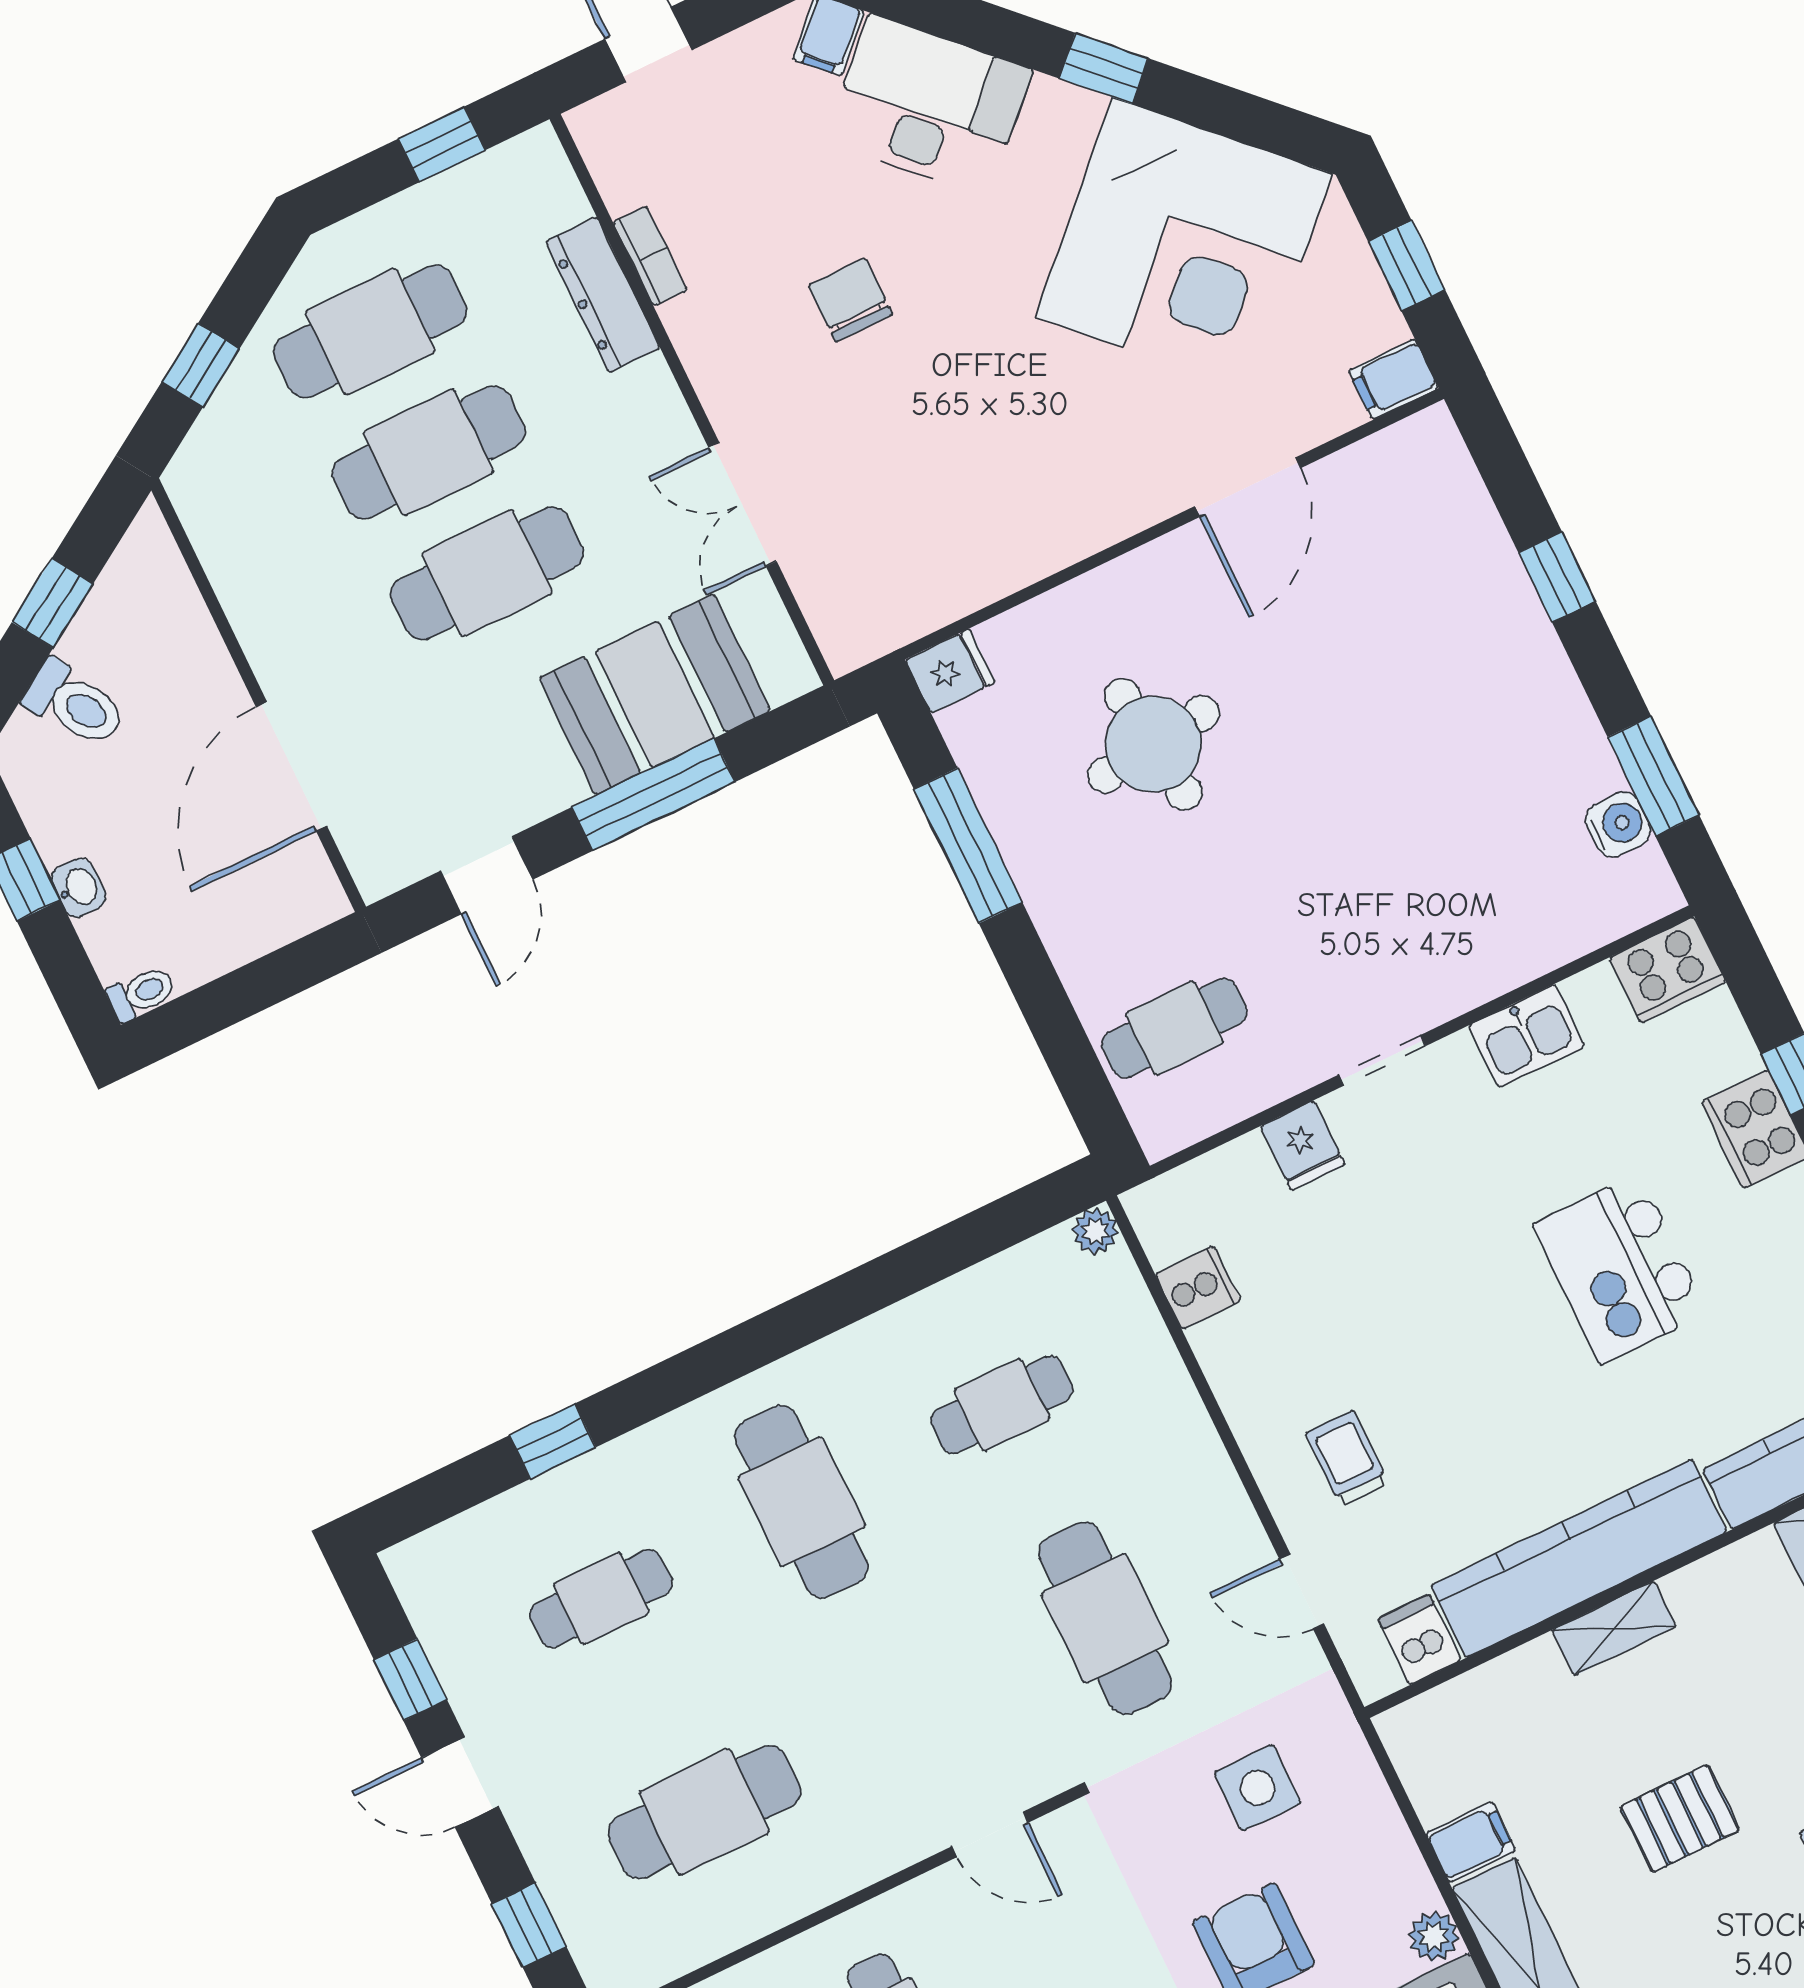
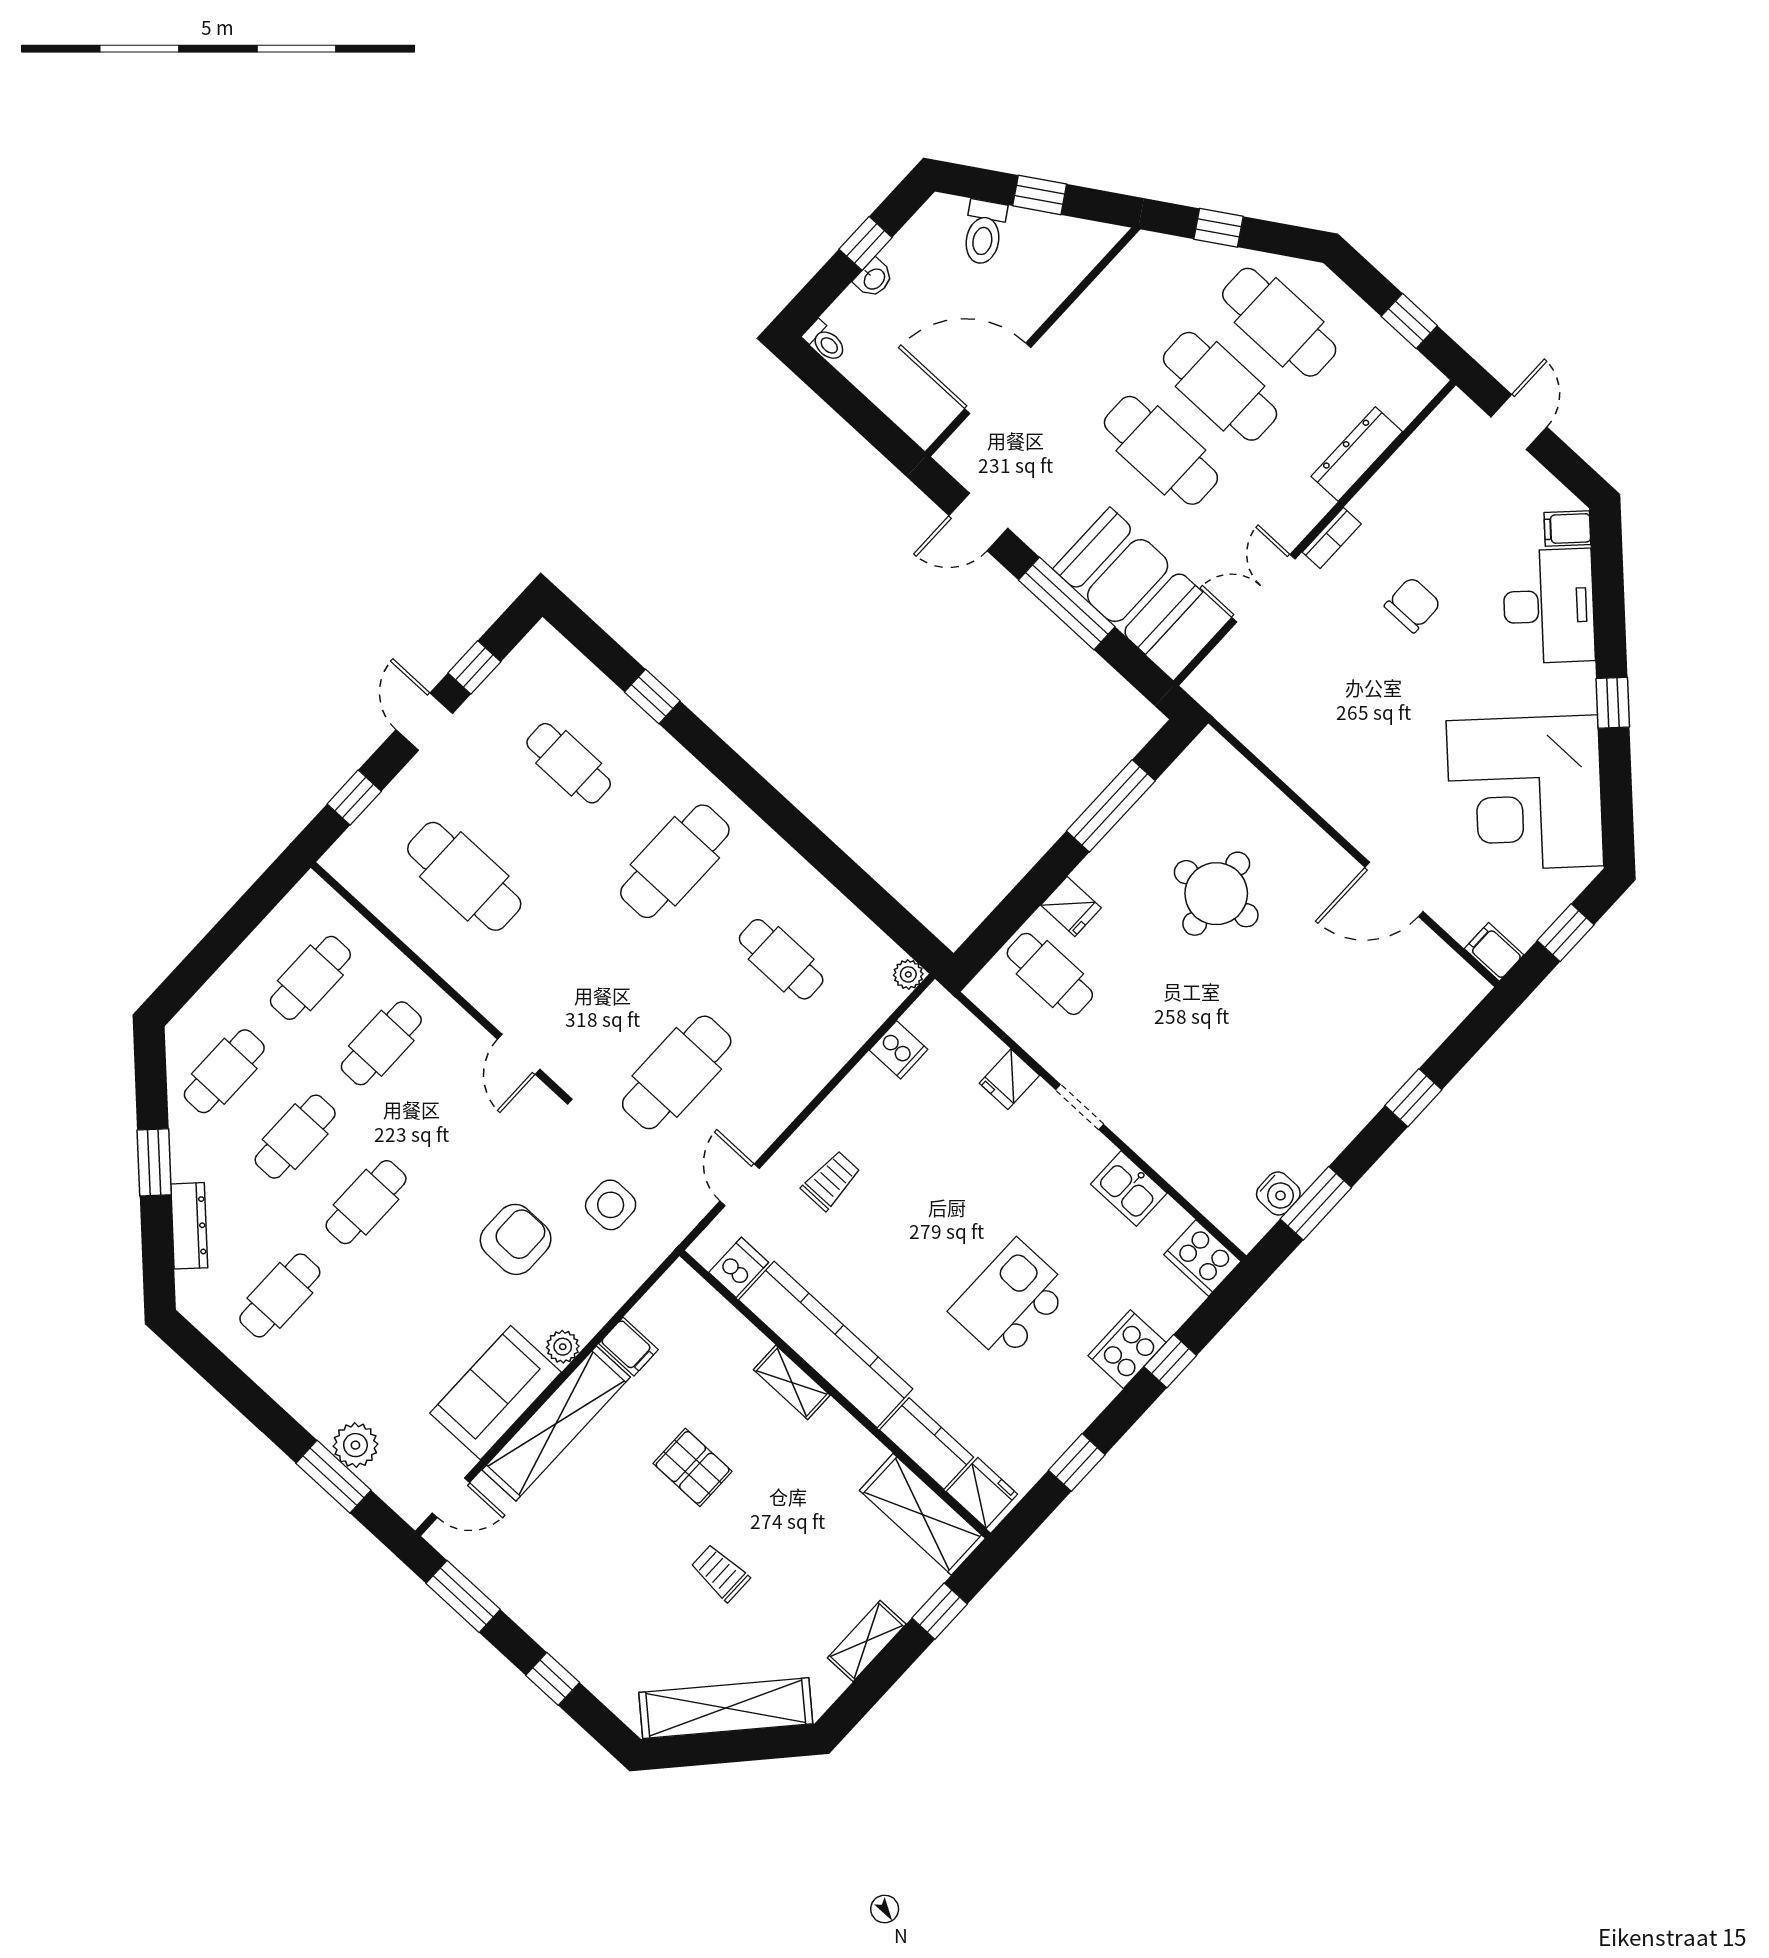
bookcase: (650, 256) -> (1332, 538), moved
fridge: (950, 671) -> (1071, 906), moved

